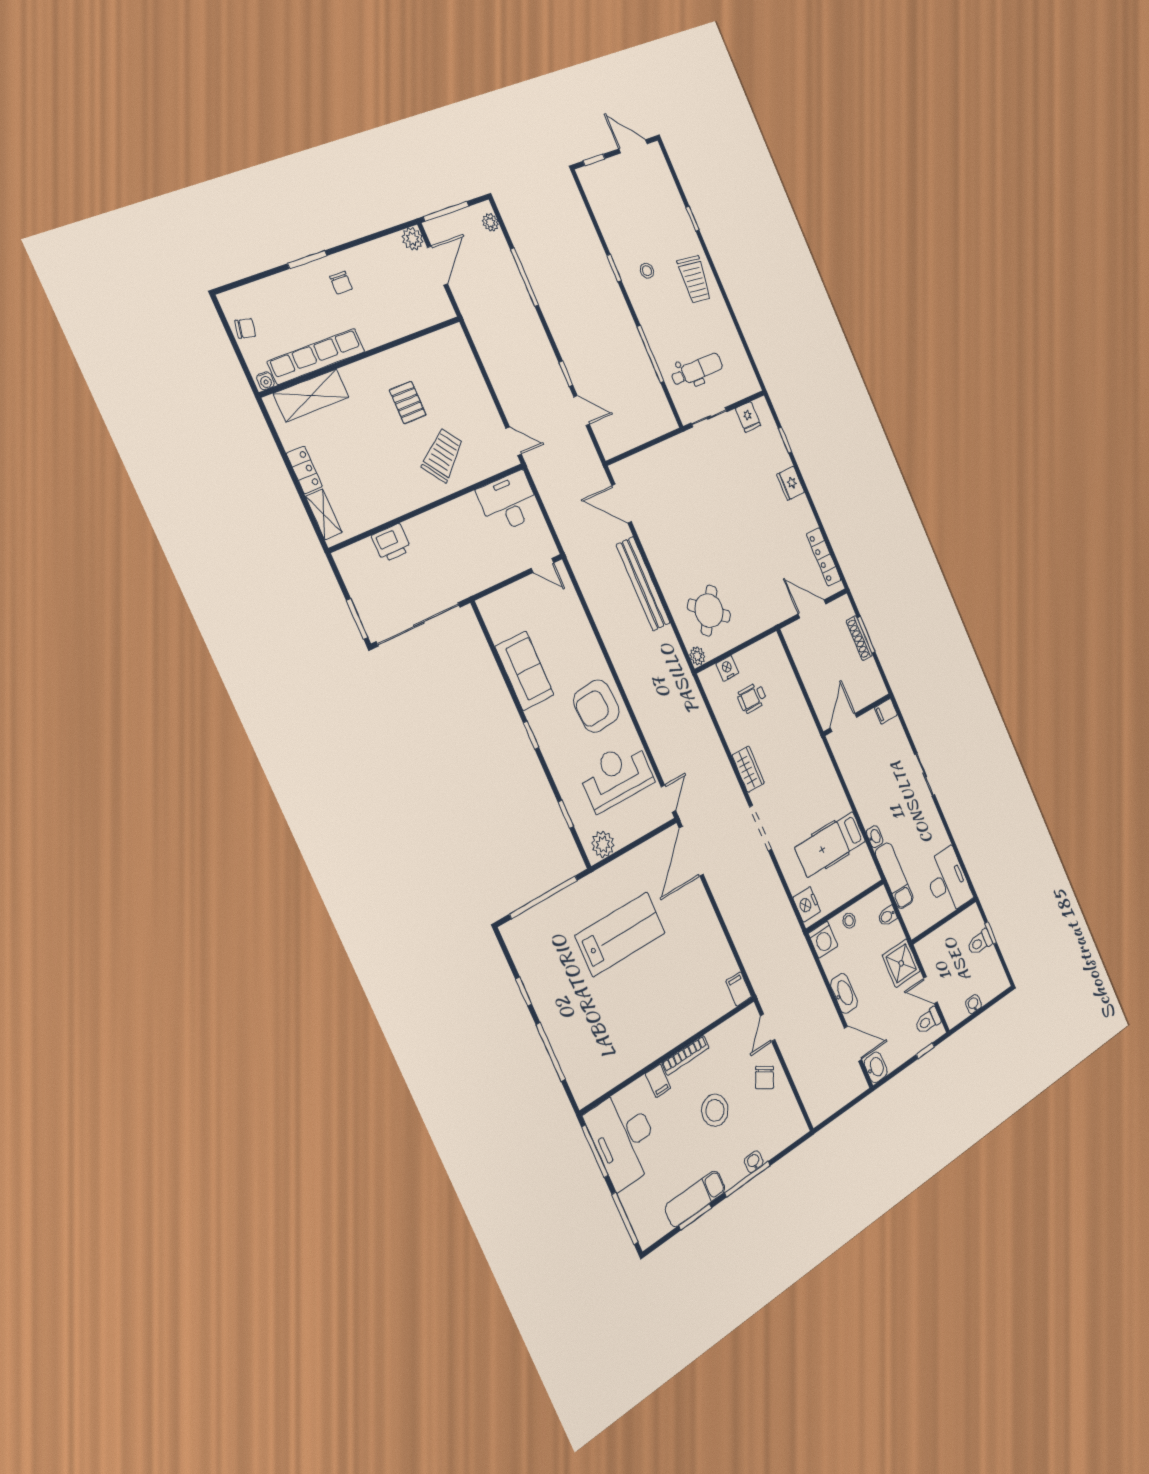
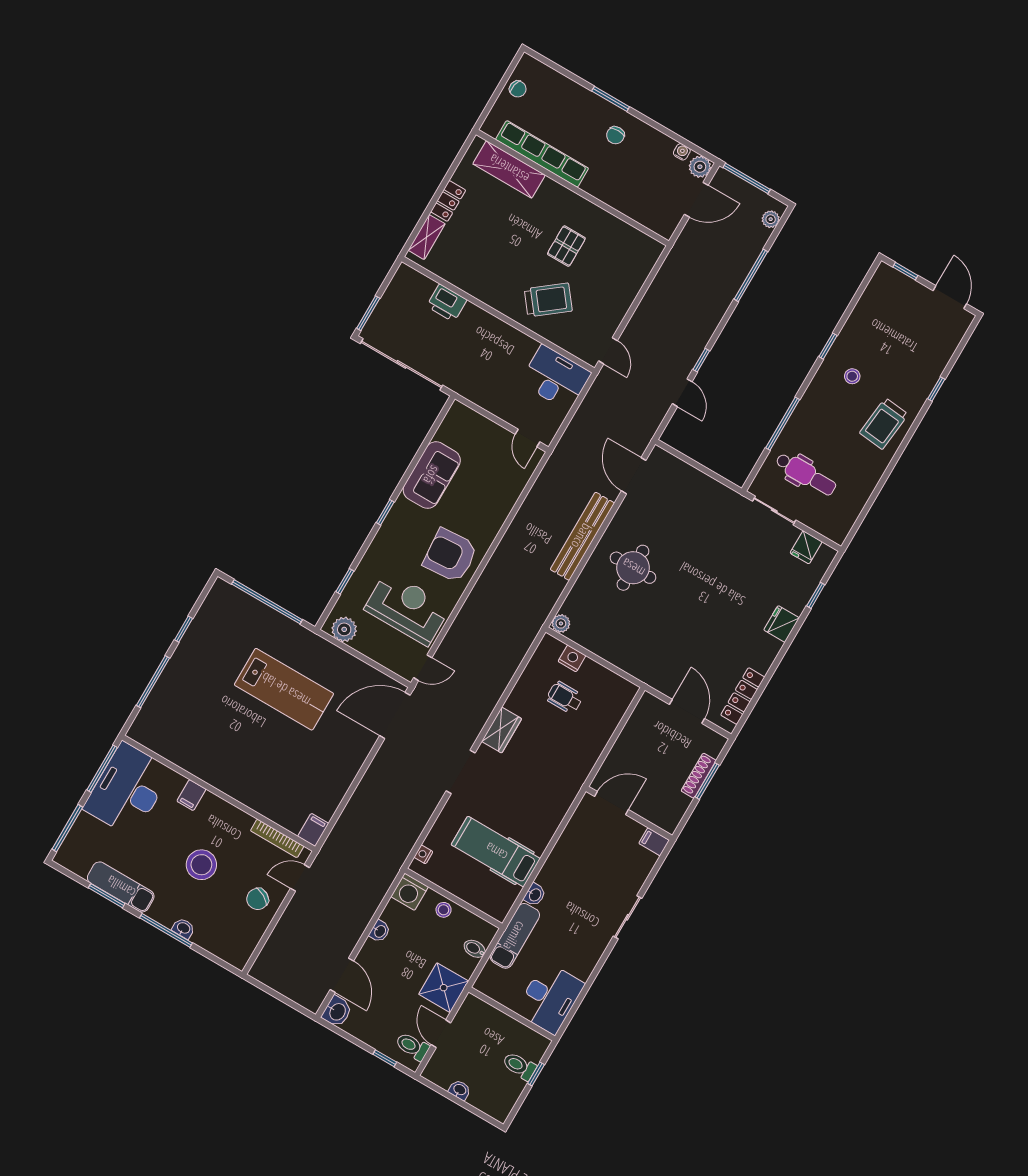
water cooler: (265, 381) -> (682, 152), moved, turned 180
round table: (709, 611) -> (633, 568), moved, turned -37
nightstand: (807, 904) -> (423, 854), width x0.53, depth x0.56
washbasin: (844, 993) -> (380, 931), width x0.52, depth x0.69
bookcase: (686, 1055) -> (277, 838), moved

